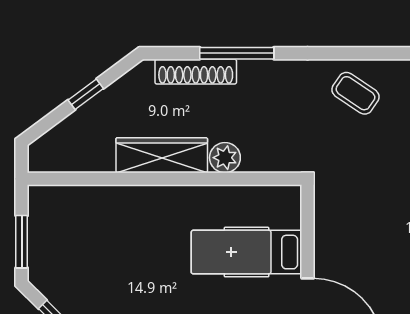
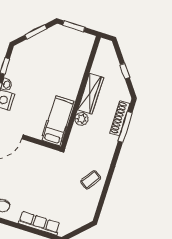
window: (237, 53) -> (125, 127), moved
hospital bed: (247, 252) -> (58, 121), moved

